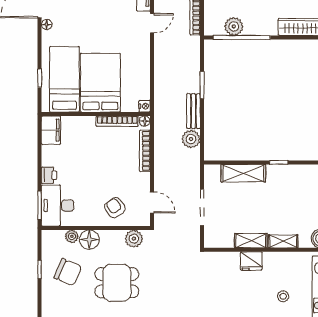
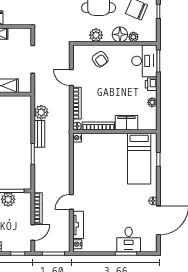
bed: (100, 83) -> (111, 156), removed
filing cabinet: (51, 130) -> (127, 123), moved, turned 90
plant: (48, 152) -> (152, 102), added
door: (152, 203) -> (71, 77), moved
plant: (134, 239) -> (96, 35), moved

